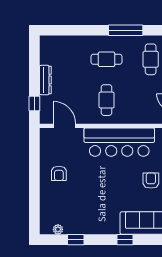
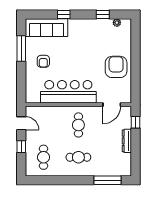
window: (126, 30) -> (108, 180), moved
door: (65, 126) -> (112, 105), hinge flipped
armchair: (59, 173) -> (116, 67), width x1.88, depth x1.88

